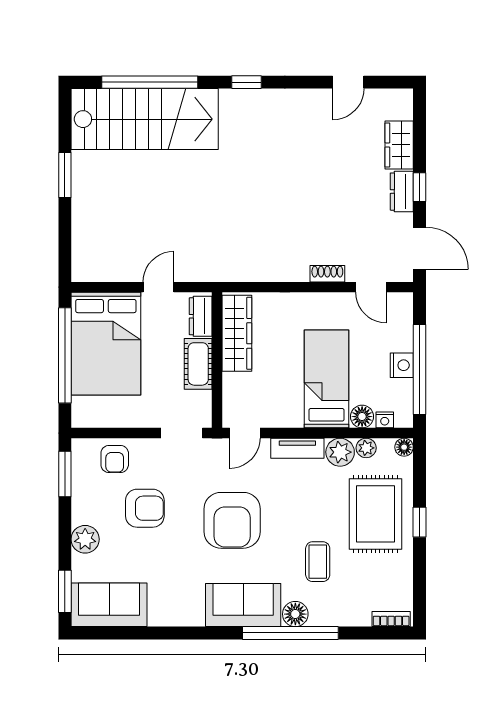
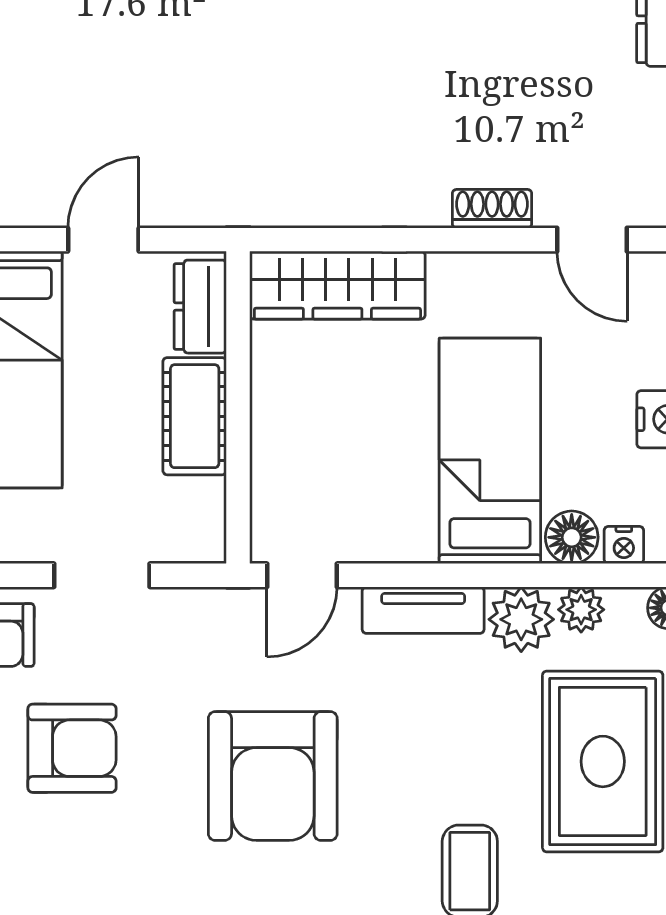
wardrobe: (237, 333) -> (337, 285), moved, turned 90
doorway: (182, 433) -> (102, 575), moved

